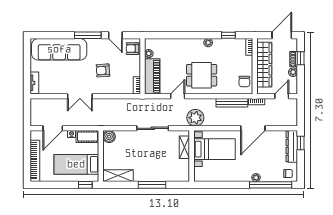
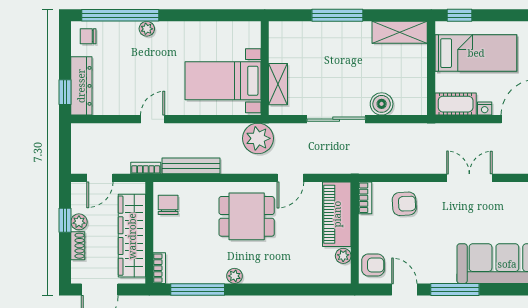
window: (228, 35) -> (198, 289), width x2.17
window: (301, 58) -> (65, 220), moved
armchair: (103, 70) -> (404, 204), moved
door: (253, 128) -> (153, 119), width x0.53
boiler: (109, 137) -> (382, 104), moved

